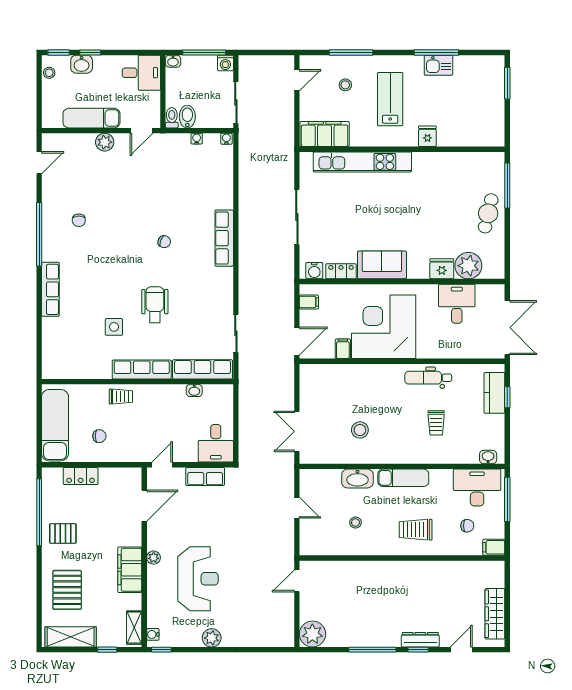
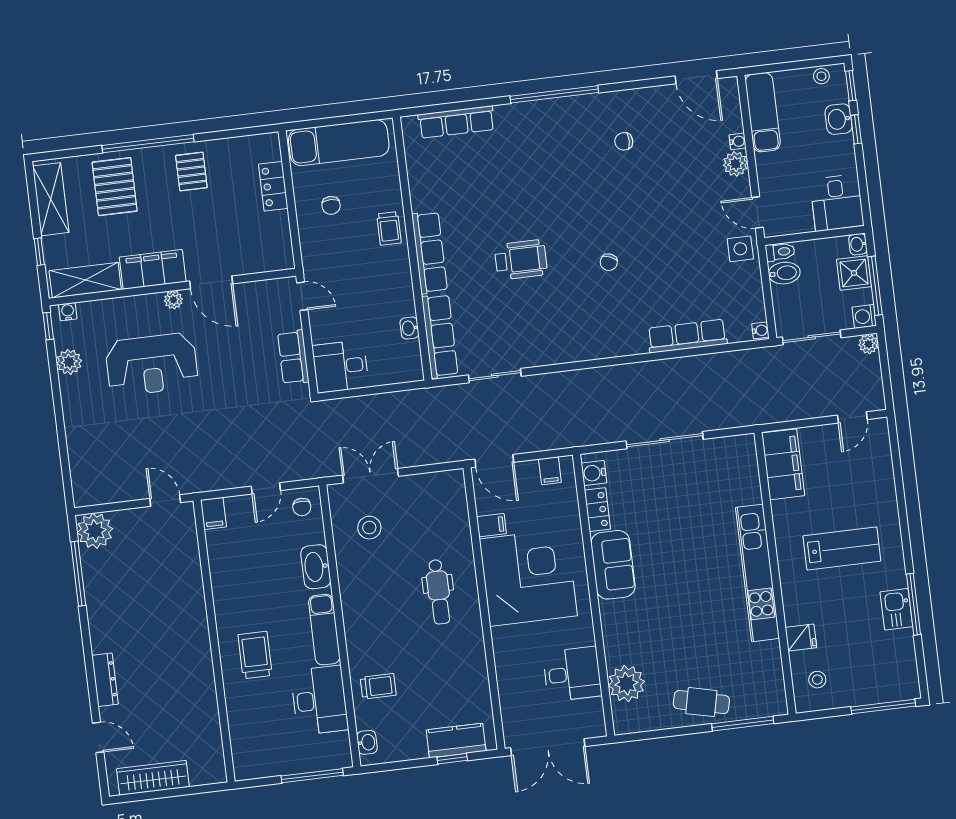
window: (351, 53) -> (899, 487), removed
plant: (246, 62) -> (868, 344), added
shower: (193, 66) -> (854, 273), added
door: (297, 80) -> (852, 417), hinge flipped
window: (507, 83) -> (883, 707), width x1.44
stool: (345, 85) -> (817, 680), moved
exam couch: (91, 118) -> (763, 112), moved
fridge: (427, 136) -> (801, 638), moved
water cooler: (197, 139) -> (738, 141), moved
kitchen unit: (362, 162) -> (757, 573), moved
door: (39, 163) -> (696, 77), width x1.38
window: (39, 234) -> (554, 94), moved
row of seats: (224, 238) -> (687, 336), moved
fridge: (442, 269) -> (618, 648), removed
row of seats: (50, 289) -> (456, 122), moved
side table: (114, 327) -> (740, 249), moved
dental chair: (428, 378) -> (439, 592), moved, turned 180
trolley: (436, 423) -> (378, 686), moved, turned 180
stool: (360, 430) -> (369, 528), moved
desk: (477, 488) -> (319, 700), moved
door: (144, 506) -> (211, 282), moved
window: (39, 512) -> (148, 144), moved
stool: (356, 523) -> (255, 571), removed
chair: (467, 526) -> (302, 507), moved
filing cabinet: (494, 547) -> (213, 513), moved, turned 180
pallet: (67, 590) -> (115, 187), turned 90
shelving: (134, 628) -> (85, 280), width x1.50, depth x1.33
plant: (212, 638) -> (69, 362), moved
window: (372, 650) -> (78, 574), moved
window: (418, 650) -> (91, 678), removed

